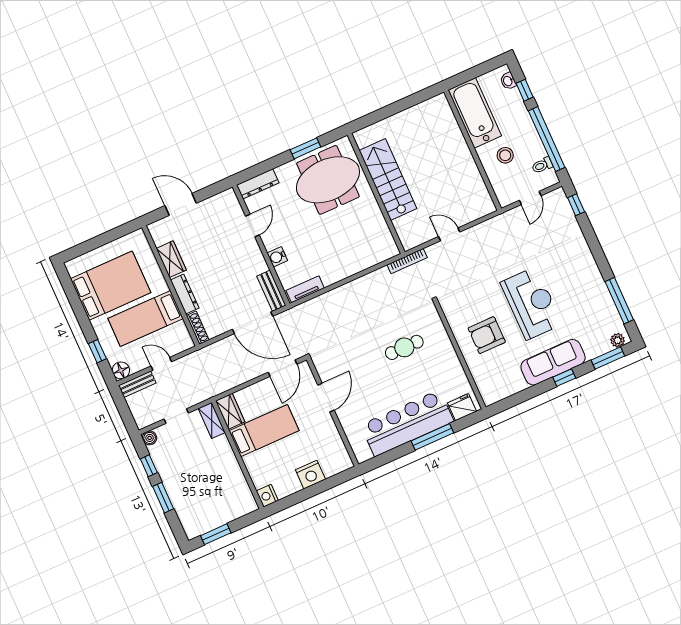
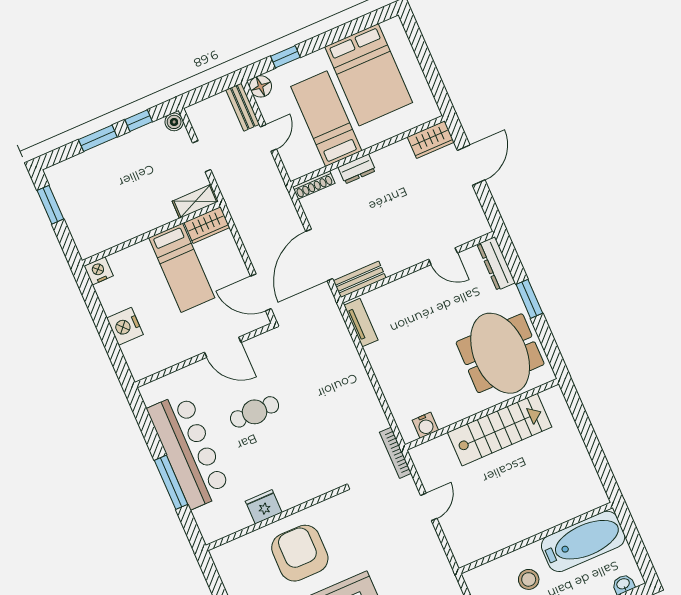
window: (305, 148) -> (529, 299), moved
water cooler: (277, 257) -> (425, 425), moved, turned 180
wardrobe: (171, 259) -> (431, 140), moved
dresser: (185, 294) -> (357, 169), width x0.70
armchair: (487, 335) -> (300, 553), width x1.36, depth x1.36
cafe table: (404, 347) -> (255, 412), moved, turned 90
fridge: (462, 407) -> (264, 507), moved, turned -90

